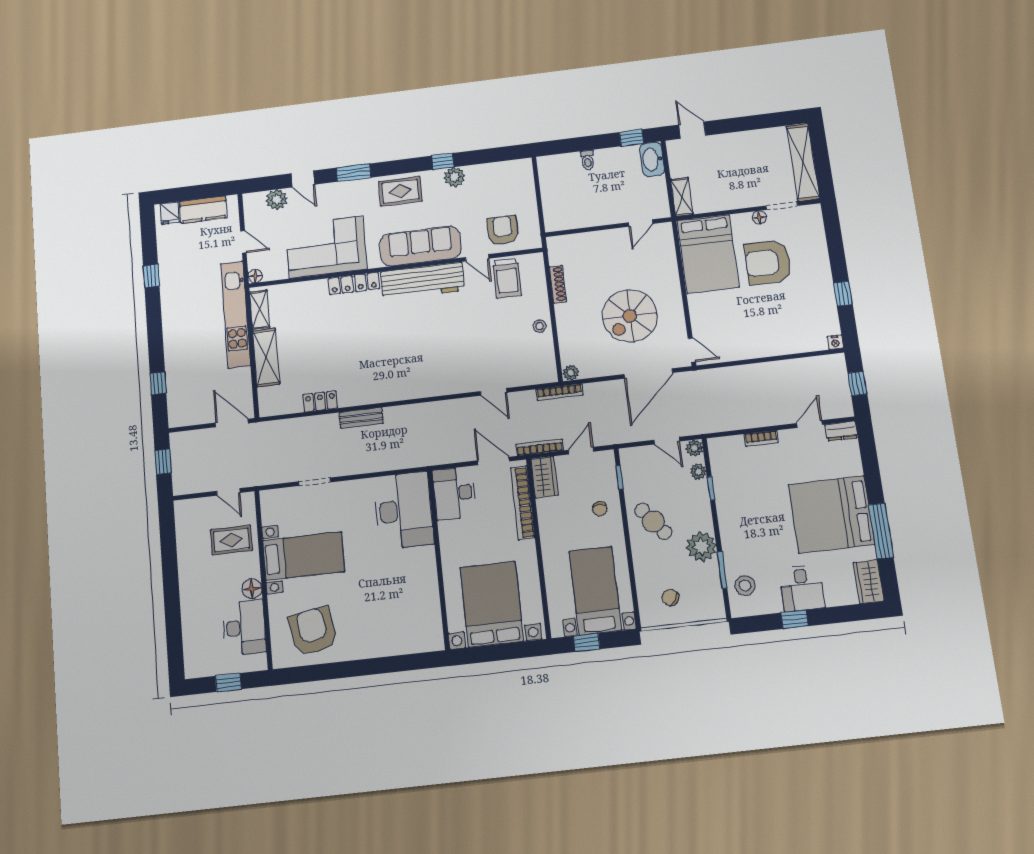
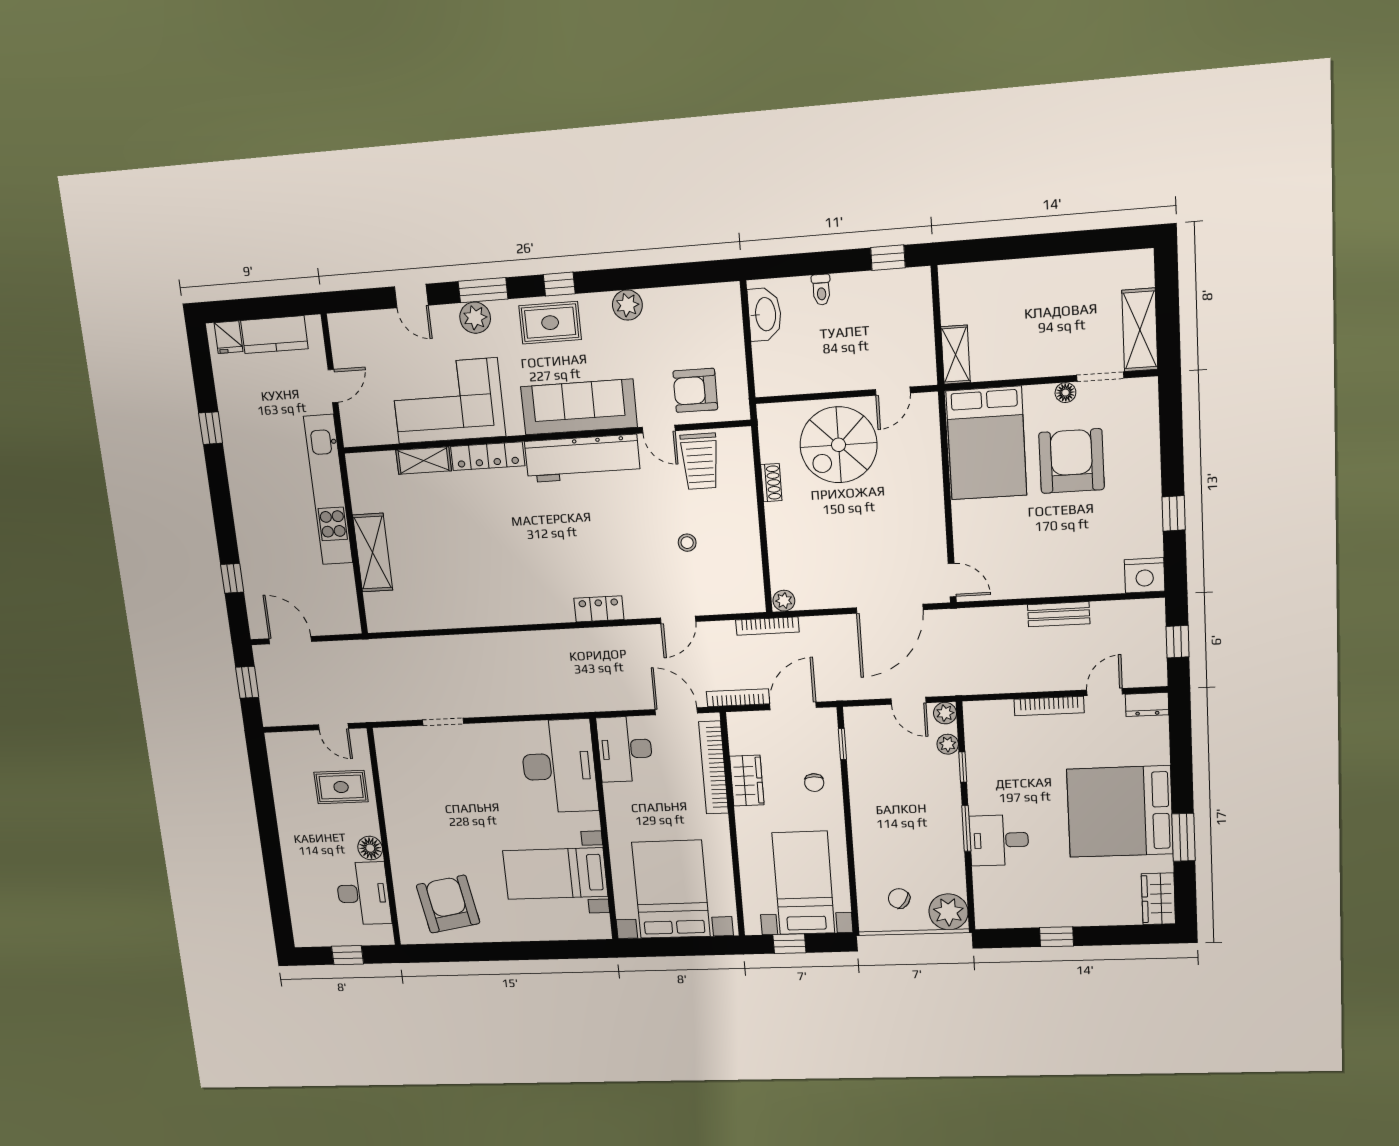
door: (692, 130) -> (979, 250), removed
washbasin: (652, 159) -> (765, 314), moved, turned 180
window: (443, 161) -> (559, 284), moved
shelving: (803, 162) -> (1140, 330), width x0.68
plant: (277, 200) -> (475, 318), moved
armchair: (503, 230) -> (695, 390), turned -90
door: (243, 242) -> (333, 386), hinge flipped
armchair: (768, 262) -> (1072, 461), turned 90
floor lamp: (255, 276) -> (352, 437), removed
shoe rack: (558, 284) -> (771, 483), width x0.70
shelving: (260, 310) -> (424, 461), moved, turned 90
spiral stairs: (630, 316) -> (839, 445), moved
stool: (540, 326) -> (687, 543), moved
nightstand: (835, 342) -> (1145, 575), width x1.89, depth x1.79
door: (493, 392) -> (678, 620), hinge flipped
locker: (320, 401) -> (599, 609), moved
bench: (361, 418) -> (1059, 614), moved
door: (232, 423) -> (290, 640), moved
bookcase: (761, 438) -> (1049, 706), width x1.56
door: (581, 451) -> (793, 706), width x1.38
wardrobe: (544, 477) -> (747, 781), moved
cafe table: (653, 521) -> (883, 803), removed
window: (881, 531) -> (1184, 837), width x0.69
plant: (701, 547) -> (948, 912), moved
bed with nightstands: (304, 556) -> (555, 873), moved, turned 180
window: (722, 570) -> (966, 828), moved
stool: (745, 586) -> (996, 891), removed
desk: (802, 588) -> (999, 840), moved, turned 90

